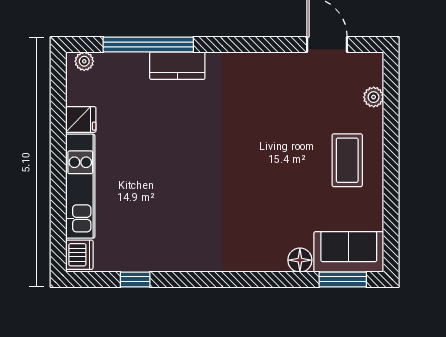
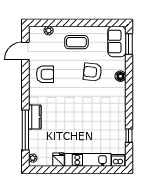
armchair: (274, 89) -> (45, 74), added
armchair: (279, 197) -> (93, 72), added
floor lamp: (300, 260) -> (120, 76), moved

